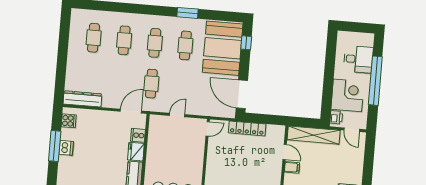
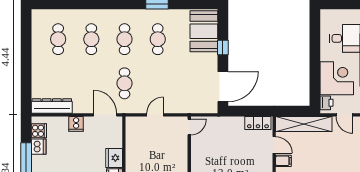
window: (246, 43) -> (223, 47), moved
booth: (223, 48) -> (204, 31), width x0.73, depth x0.70
door: (242, 94) -> (223, 87), swing flipped
door: (131, 111) -> (105, 115), hinge flipped
locker: (247, 128) -> (258, 123), moved, width x0.66
cooker: (138, 135) -> (76, 124), moved, turned -90
dishwasher: (66, 148) -> (39, 147), moved

